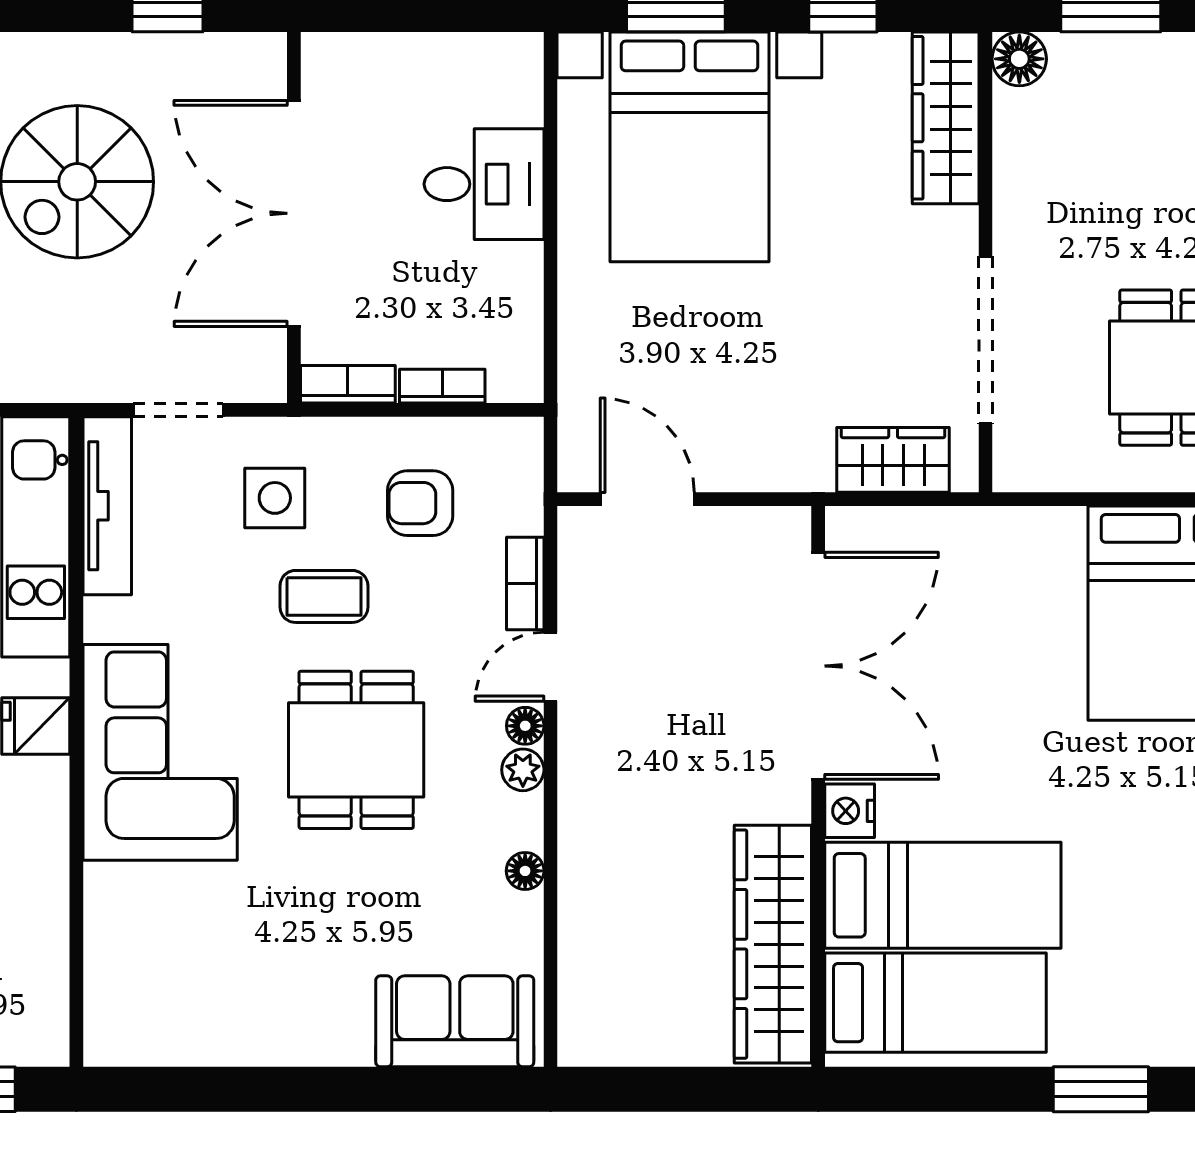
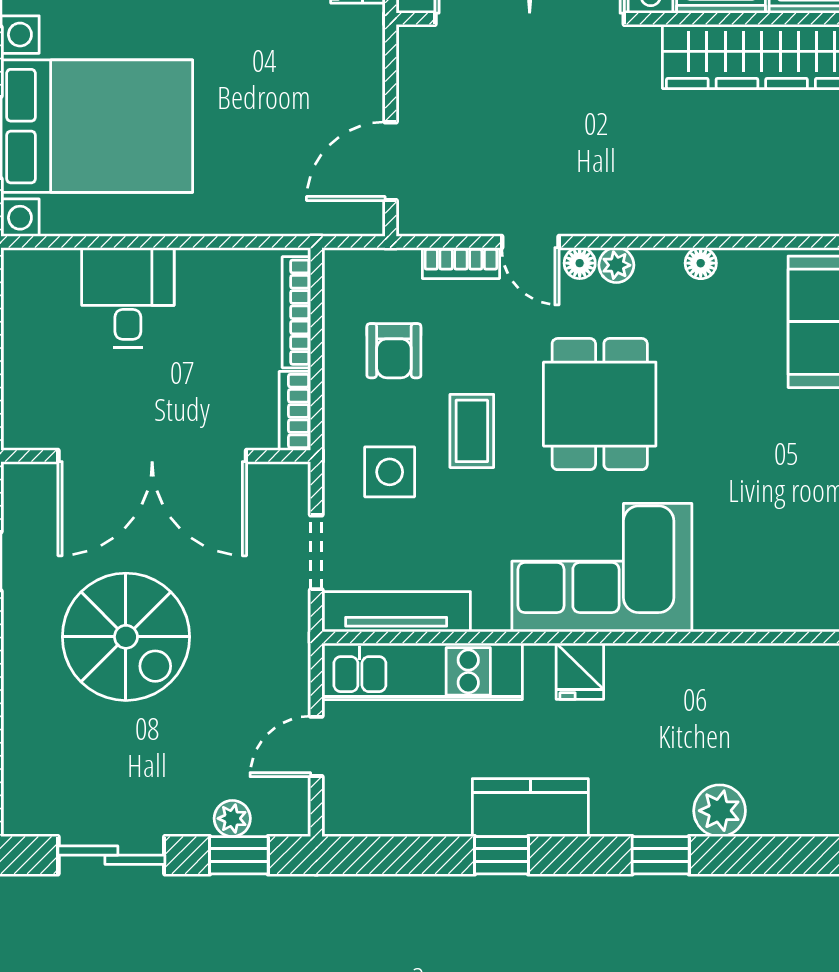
bookcase: (442, 386) -> (296, 312), width x1.56
dining table: (356, 750) -> (600, 404), turned 90

